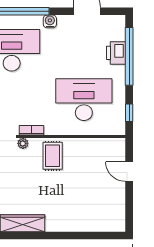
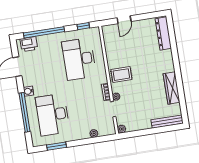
printer: (116, 53) -> (29, 44), moved
dresser: (101, 224) -> (163, 34), added

